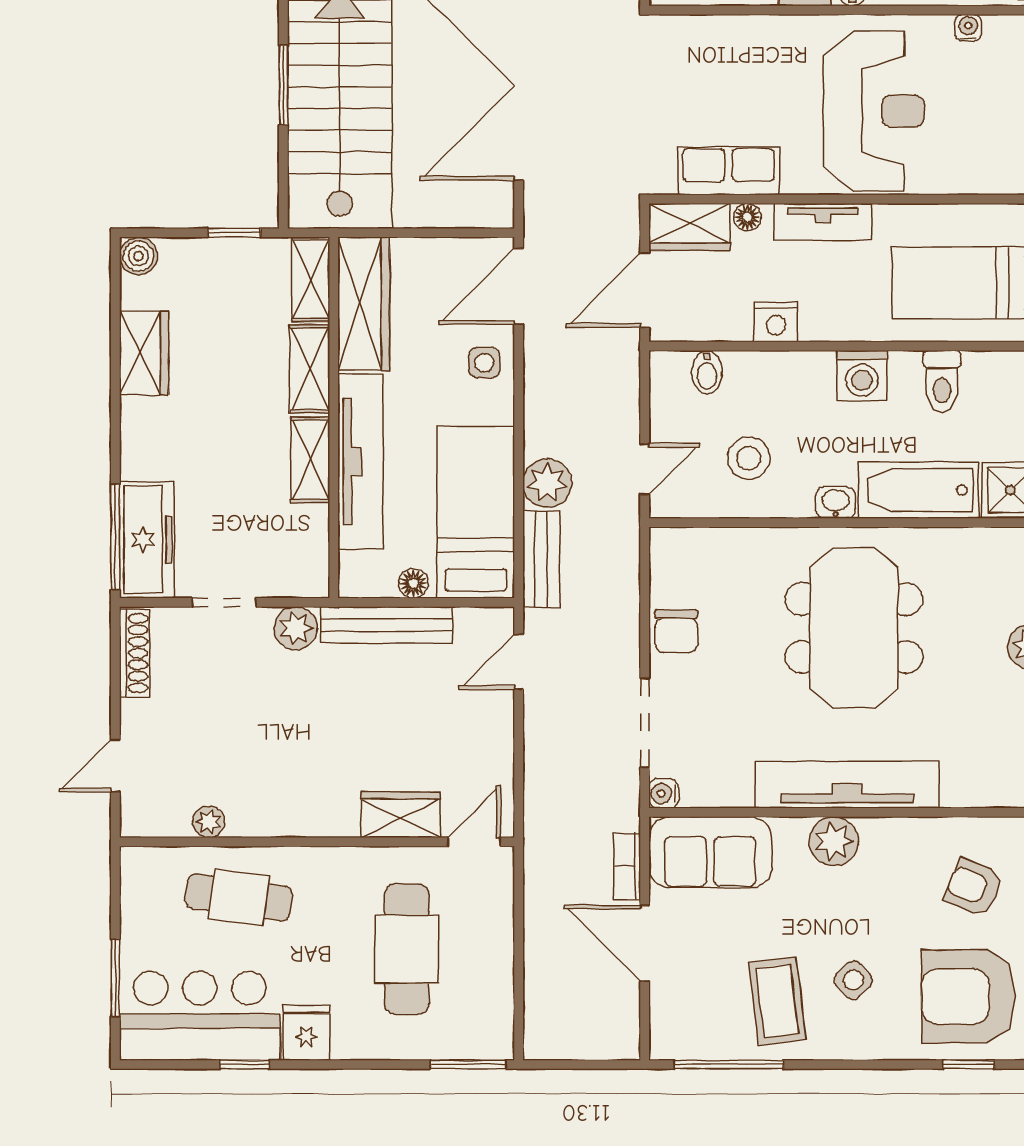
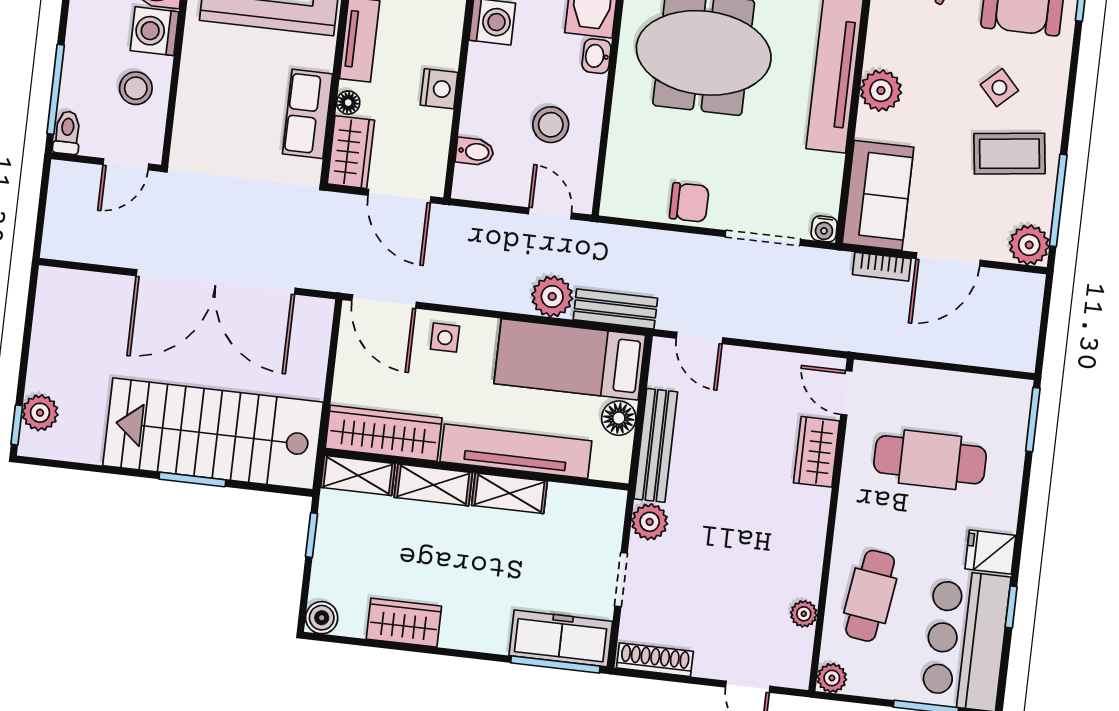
floor lamp: (413, 583) -> (619, 418), width x1.37, depth x1.37
plant: (137, 864) -> (832, 678), added
plant: (673, 1036) -> (1029, 245), added

